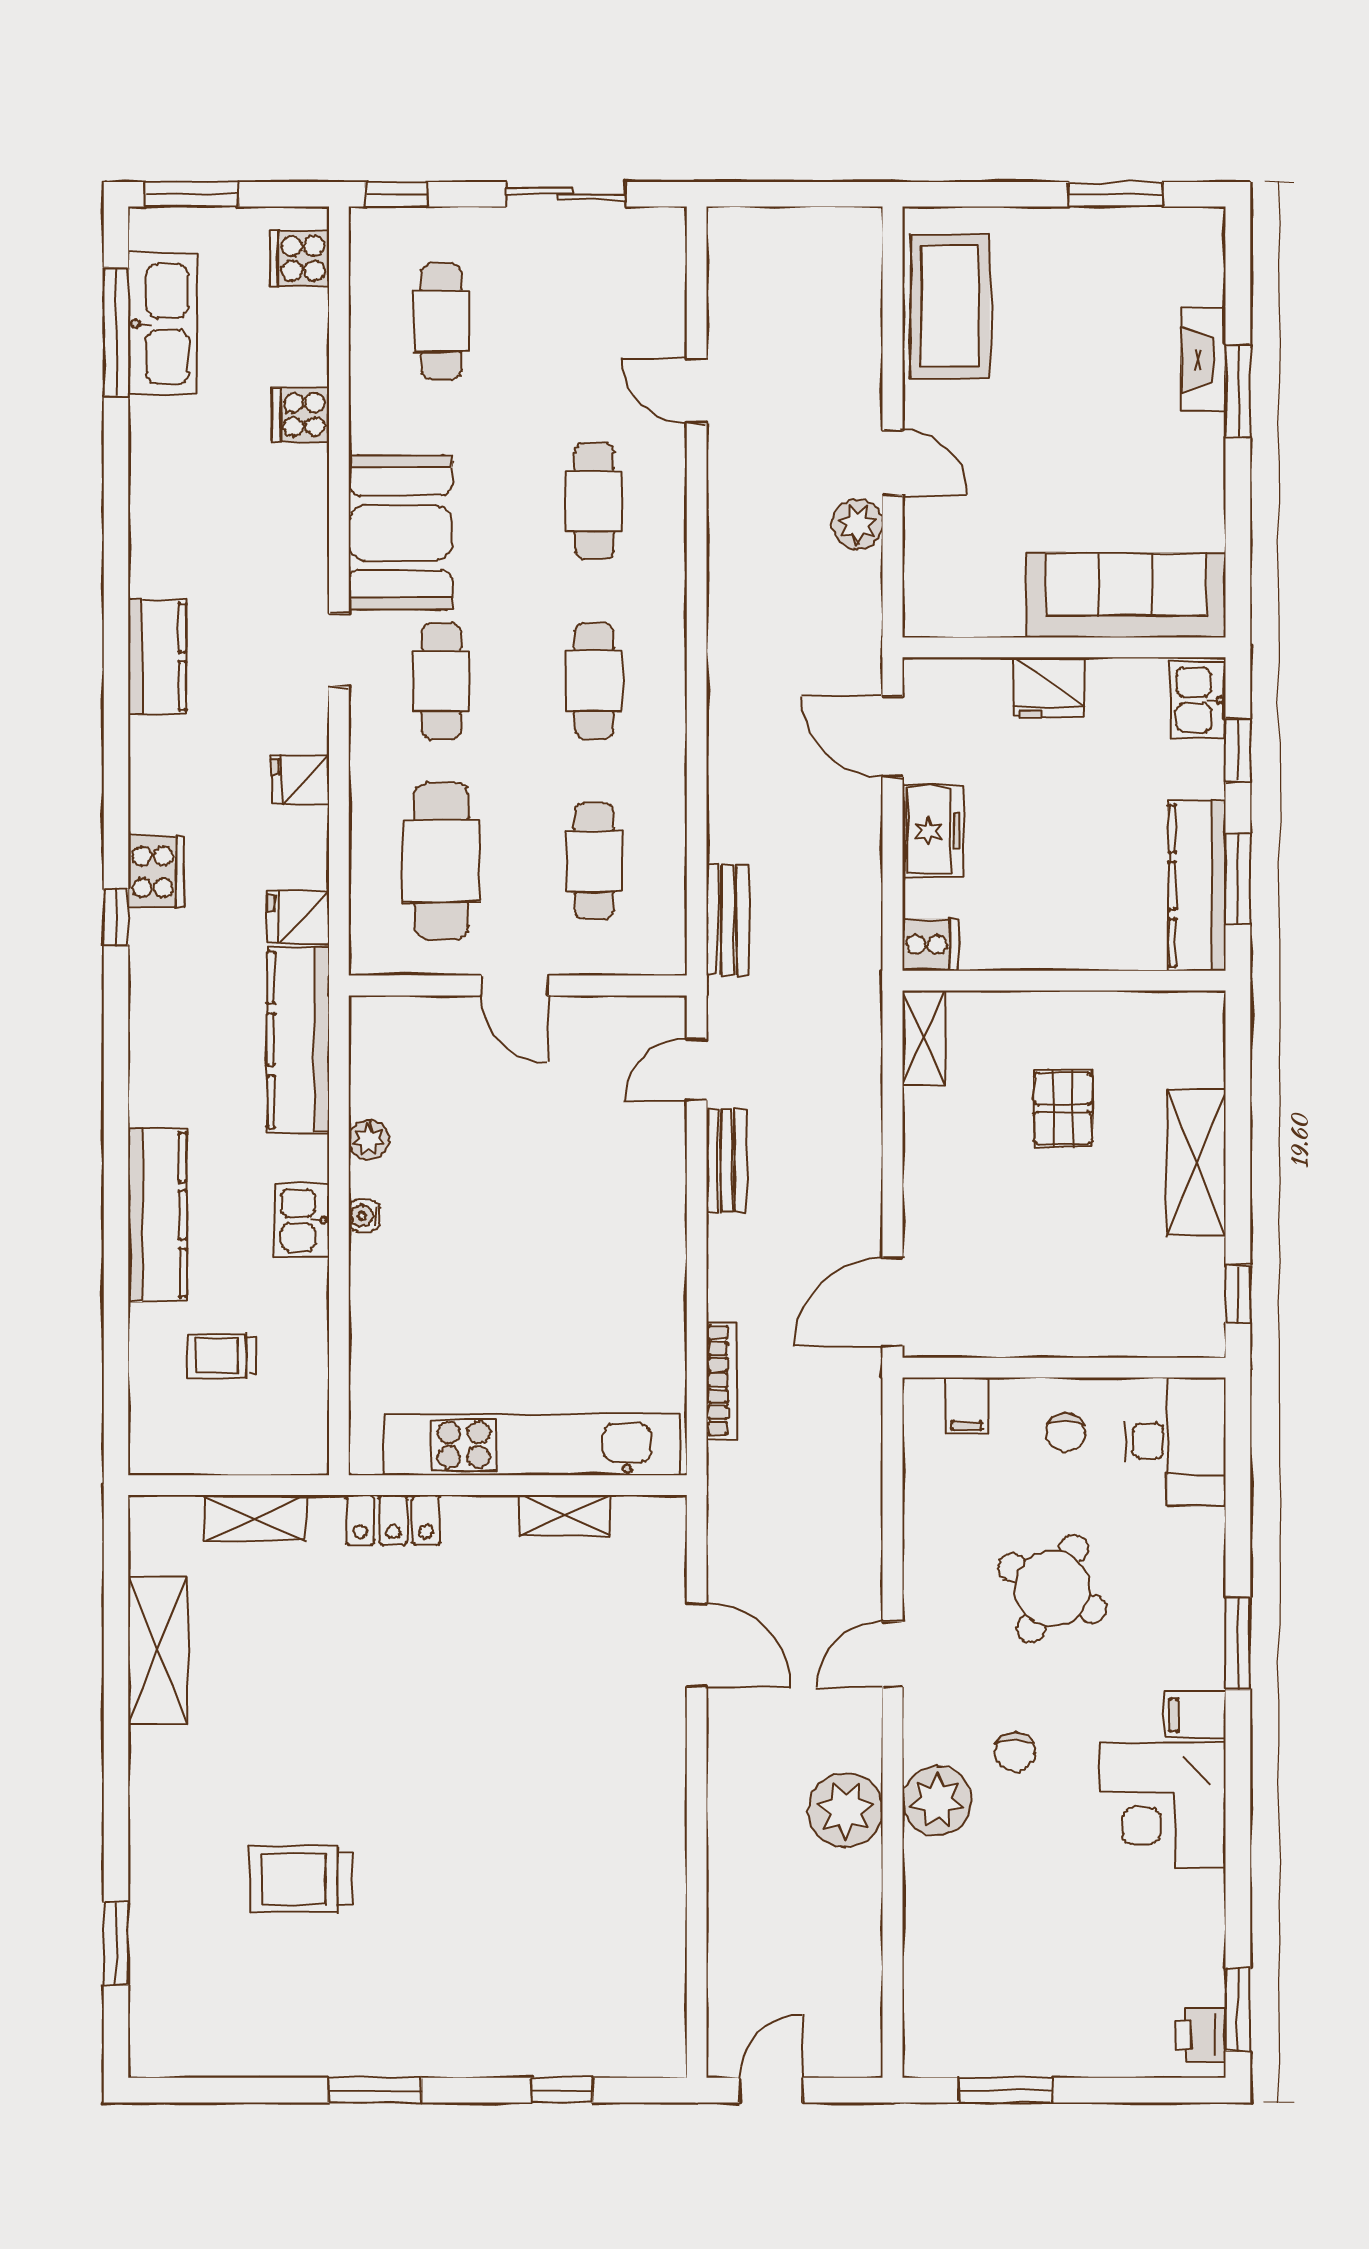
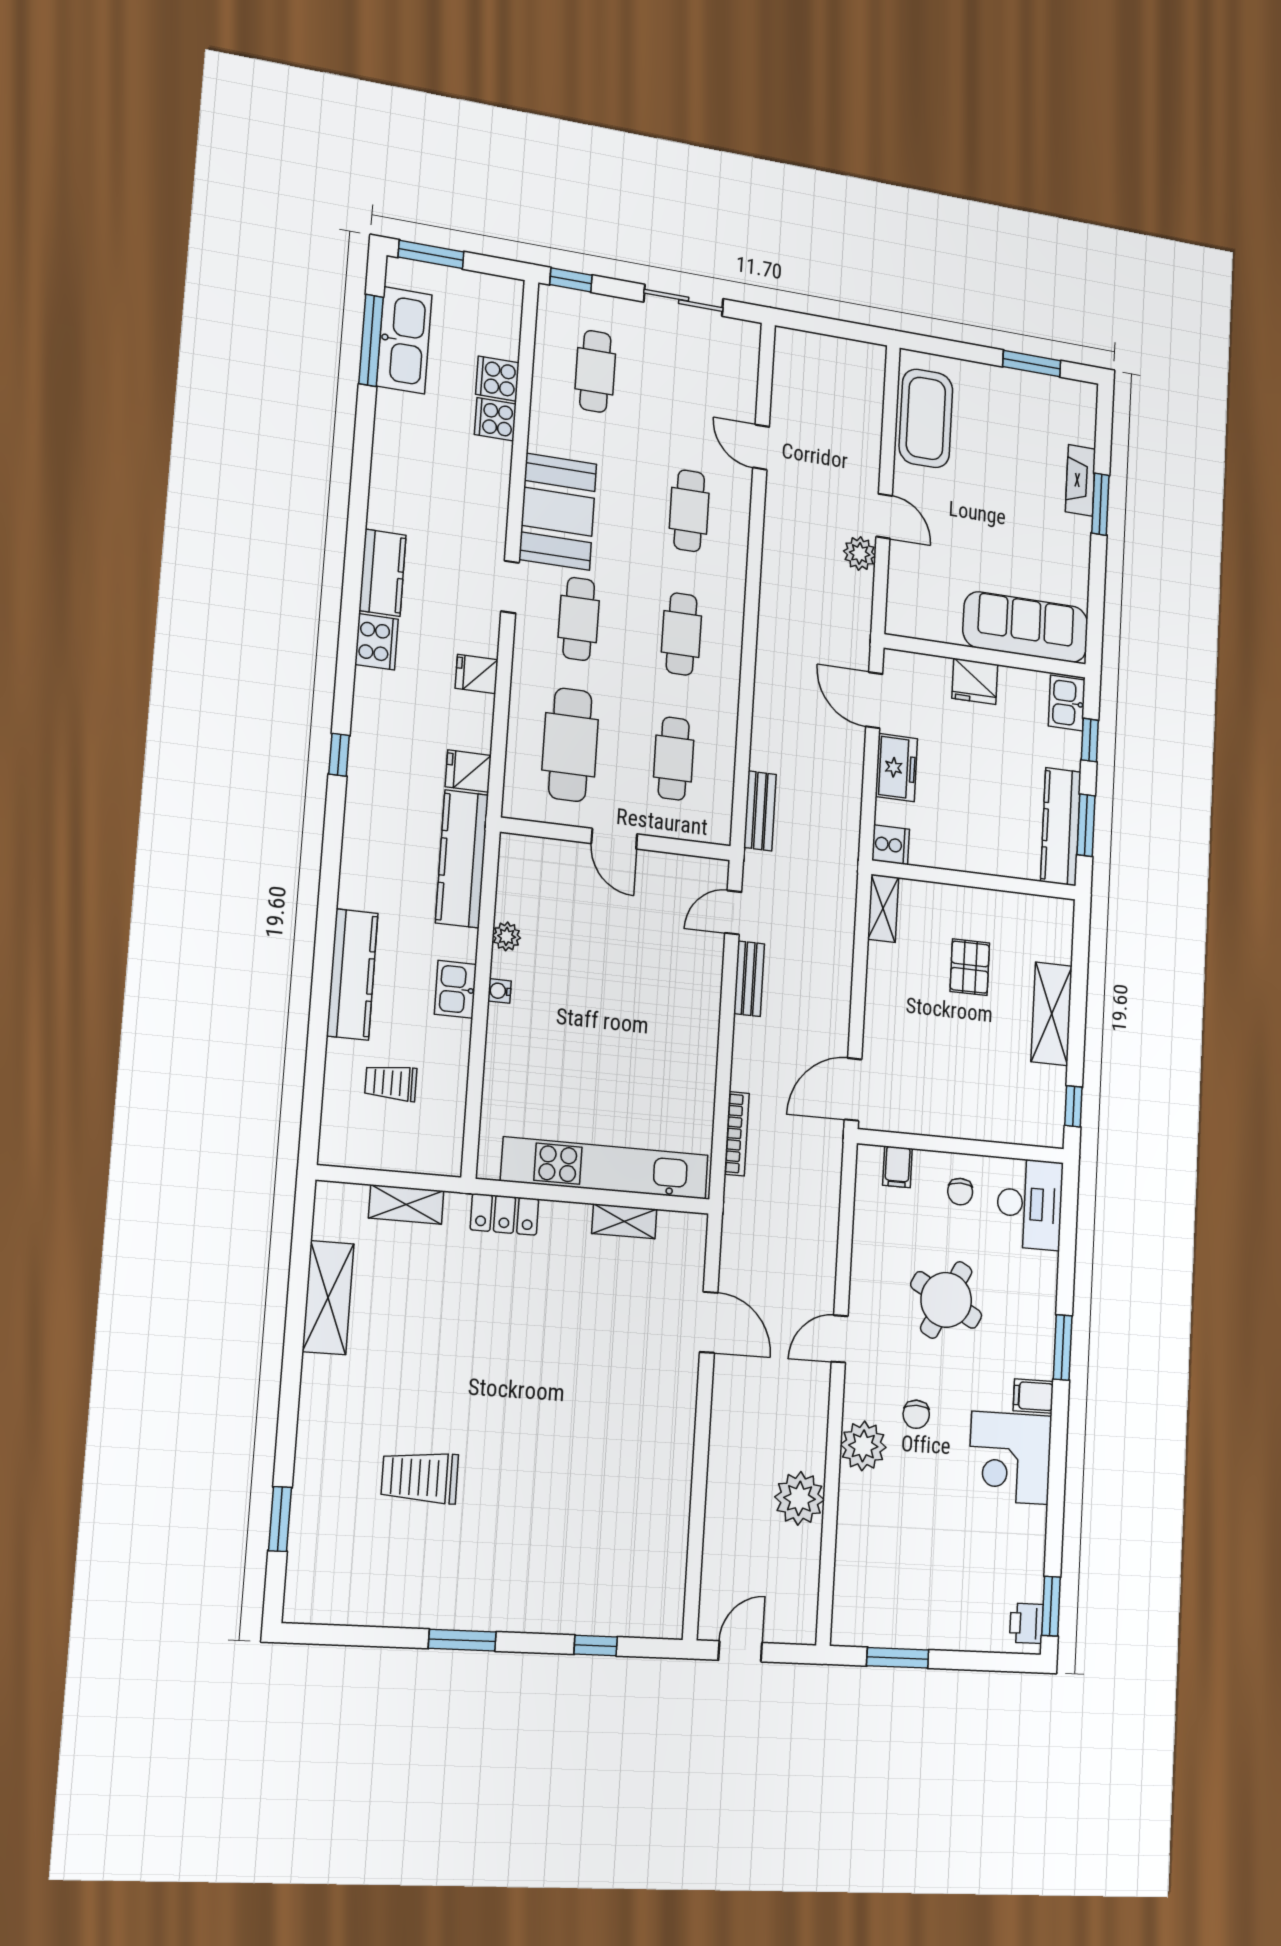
cooker: (300, 258) -> (497, 379), moved
cooker: (156, 872) -> (377, 642), moved
plant: (846, 1810) -> (799, 1498), moved

